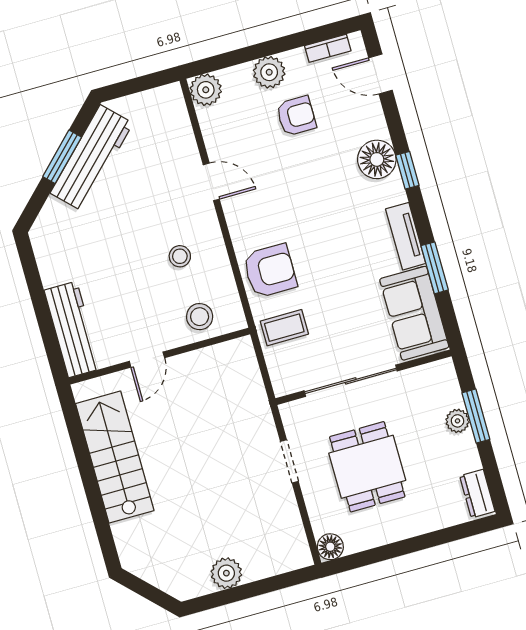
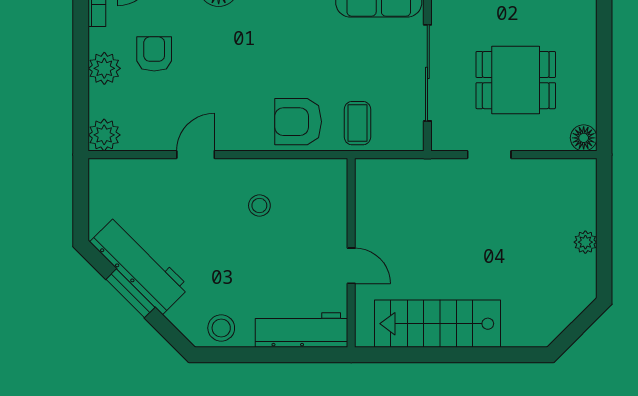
armchair: (270, 271) -> (298, 122), turned -90
stool: (200, 317) -> (221, 328), moved
plant: (226, 573) -> (585, 242), width x0.73, depth x0.73

